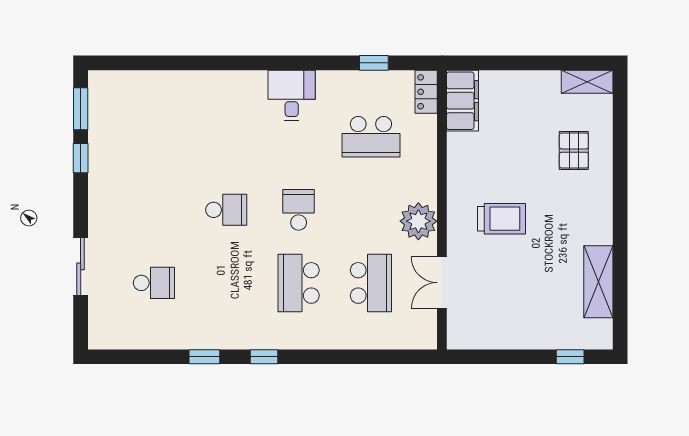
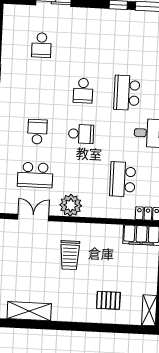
school desk: (226, 137) -> (127, 93), added
school desk: (299, 283) -> (37, 132), width x0.54

